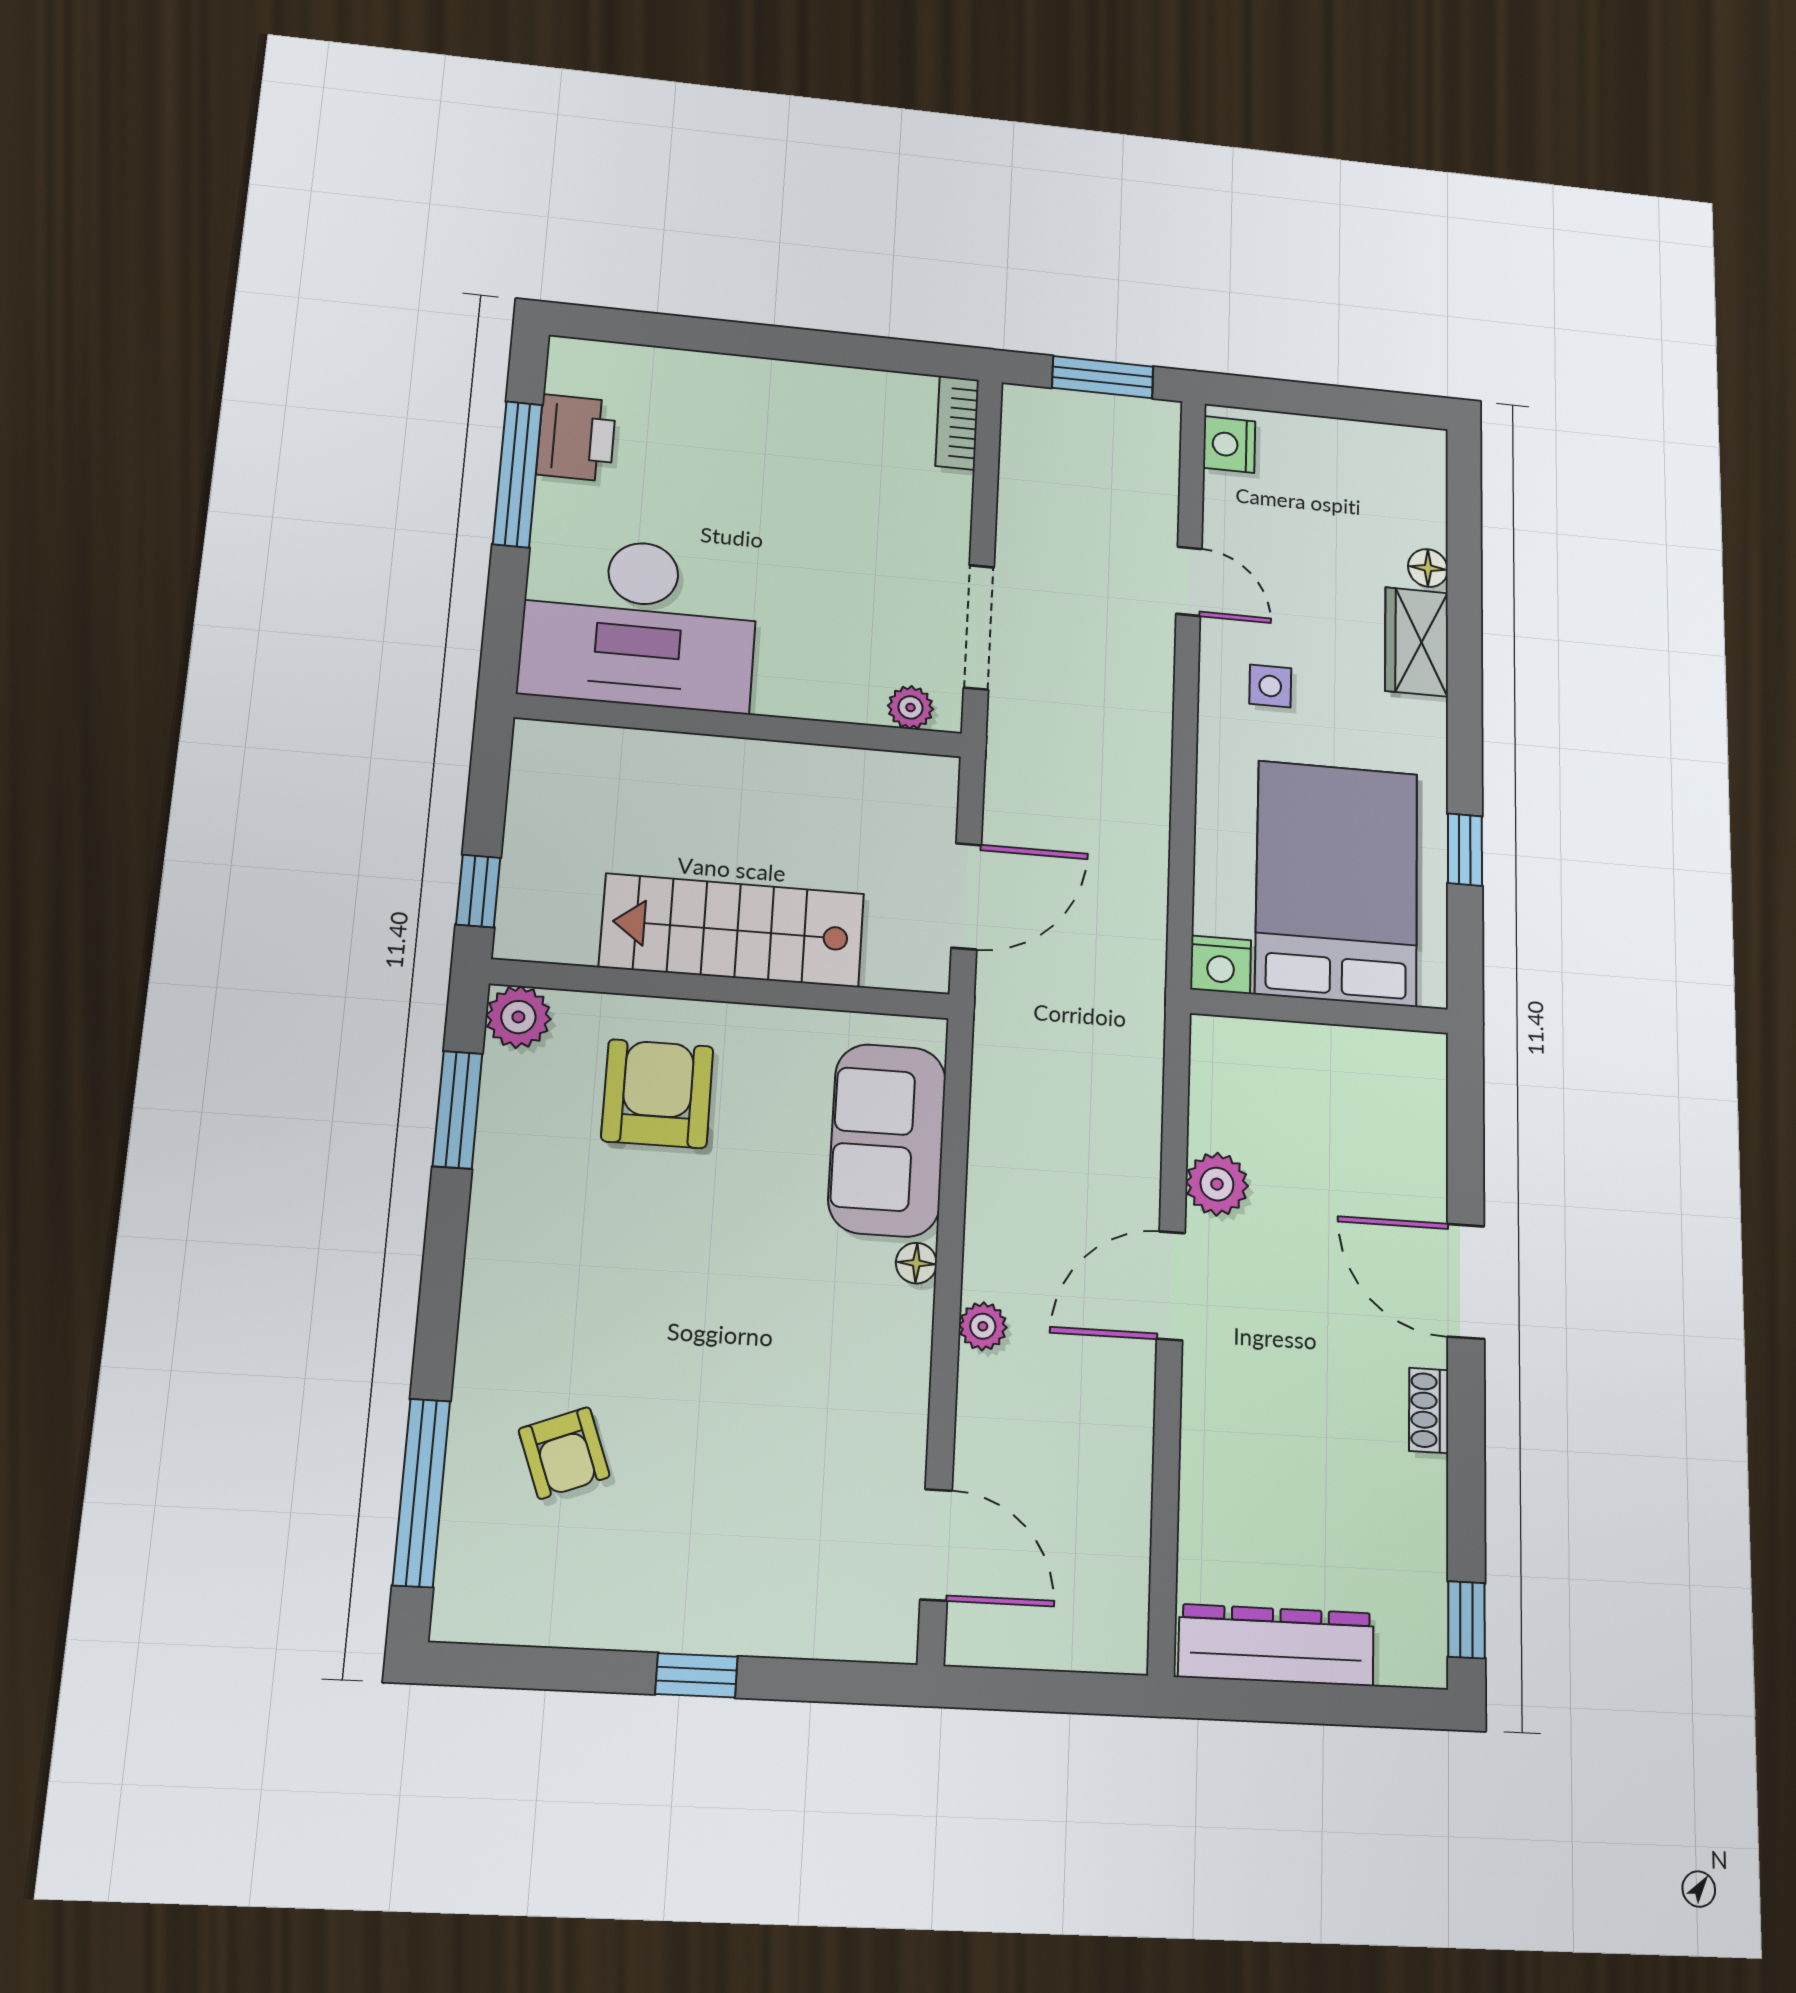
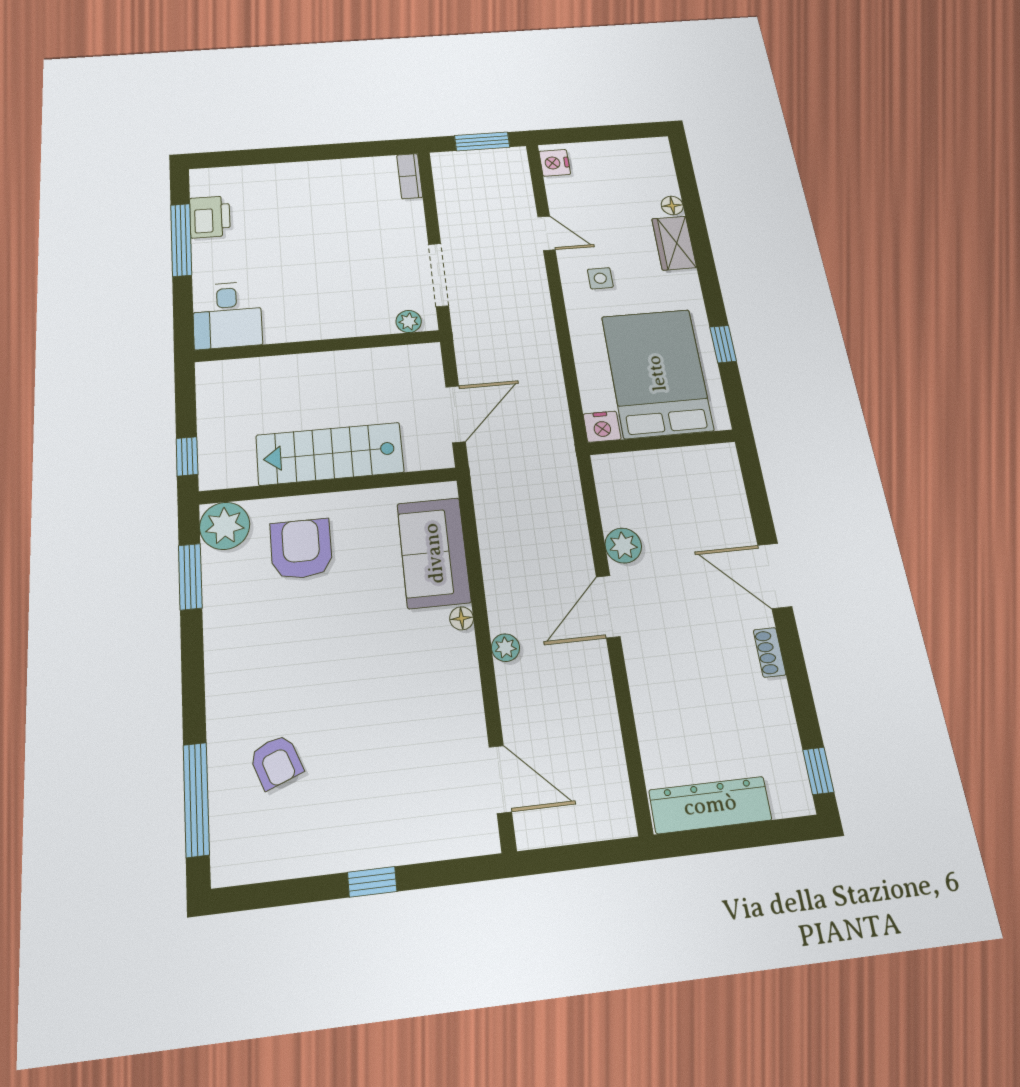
desk: (639, 623) -> (227, 315), width x0.53, depth x0.77
plant: (518, 1017) -> (225, 526), width x1.36, depth x1.36

